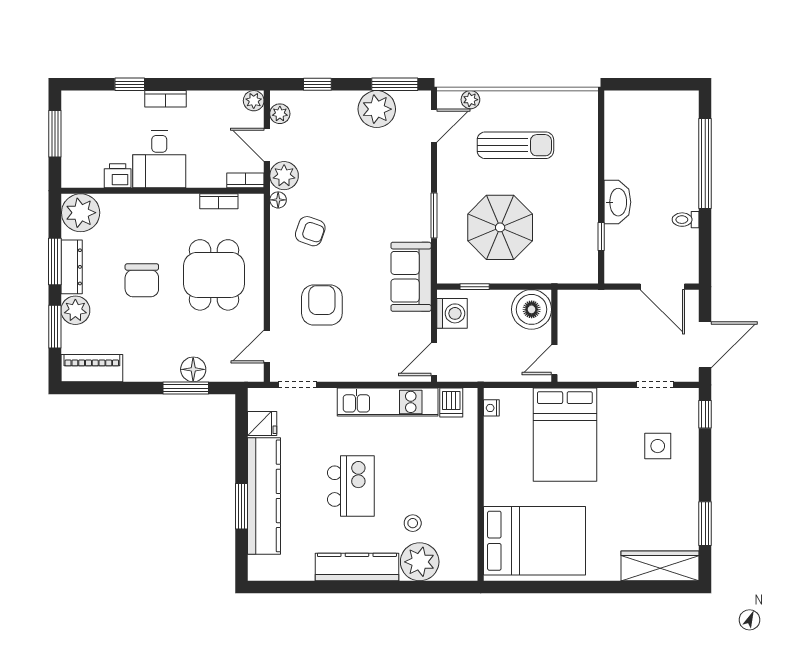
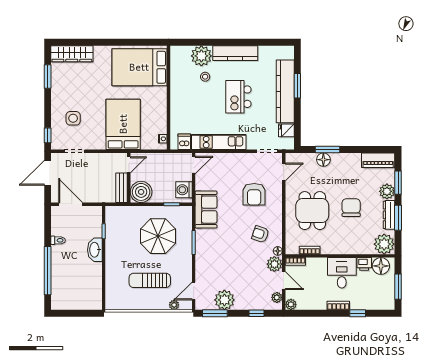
floor lamp: (87, 172) -> (381, 266), added
bench: (568, 317) -> (122, 188), added

